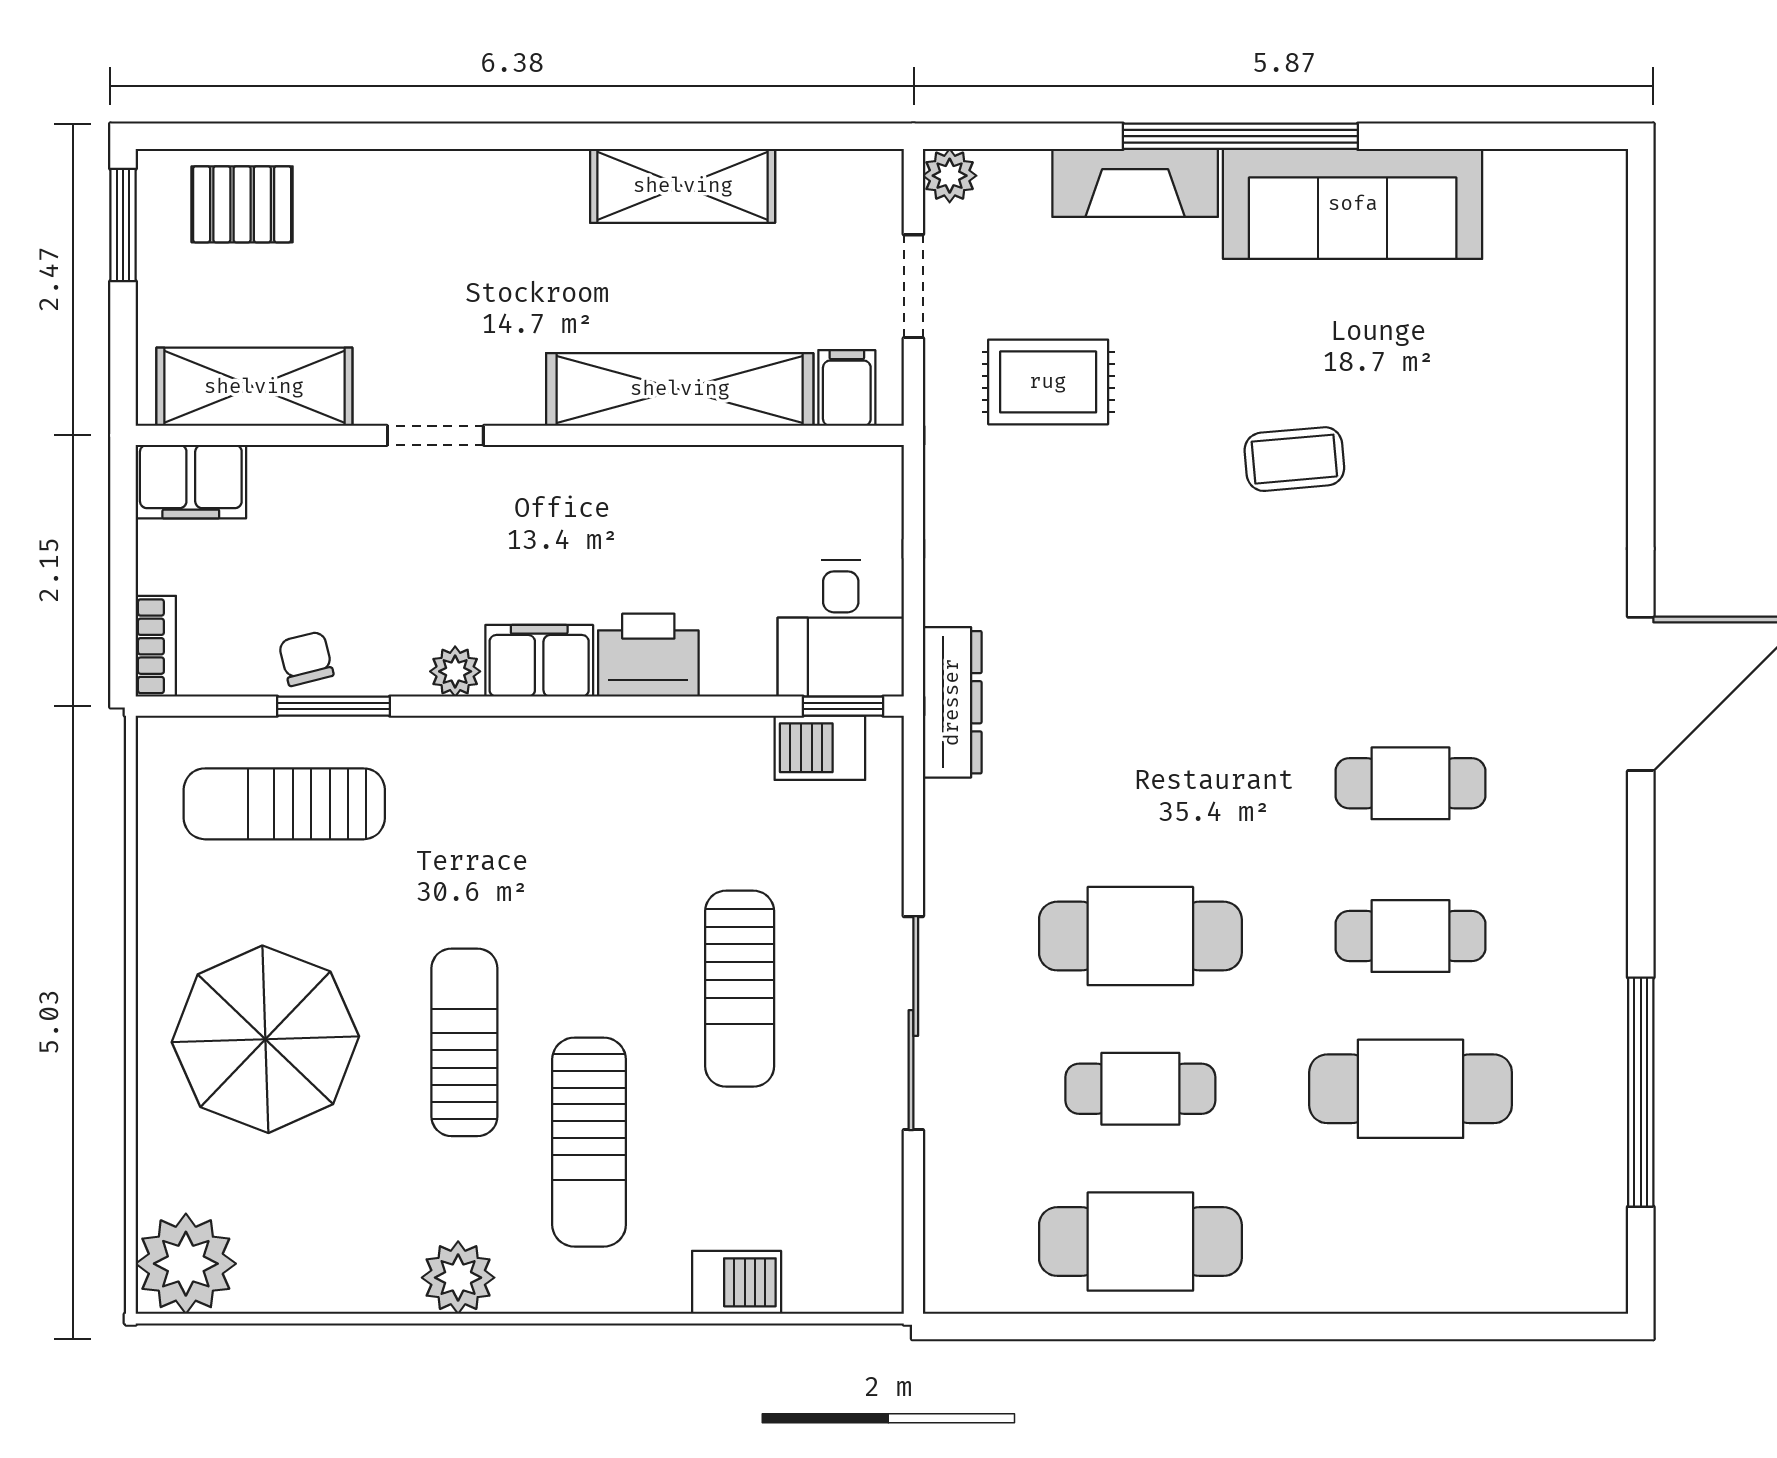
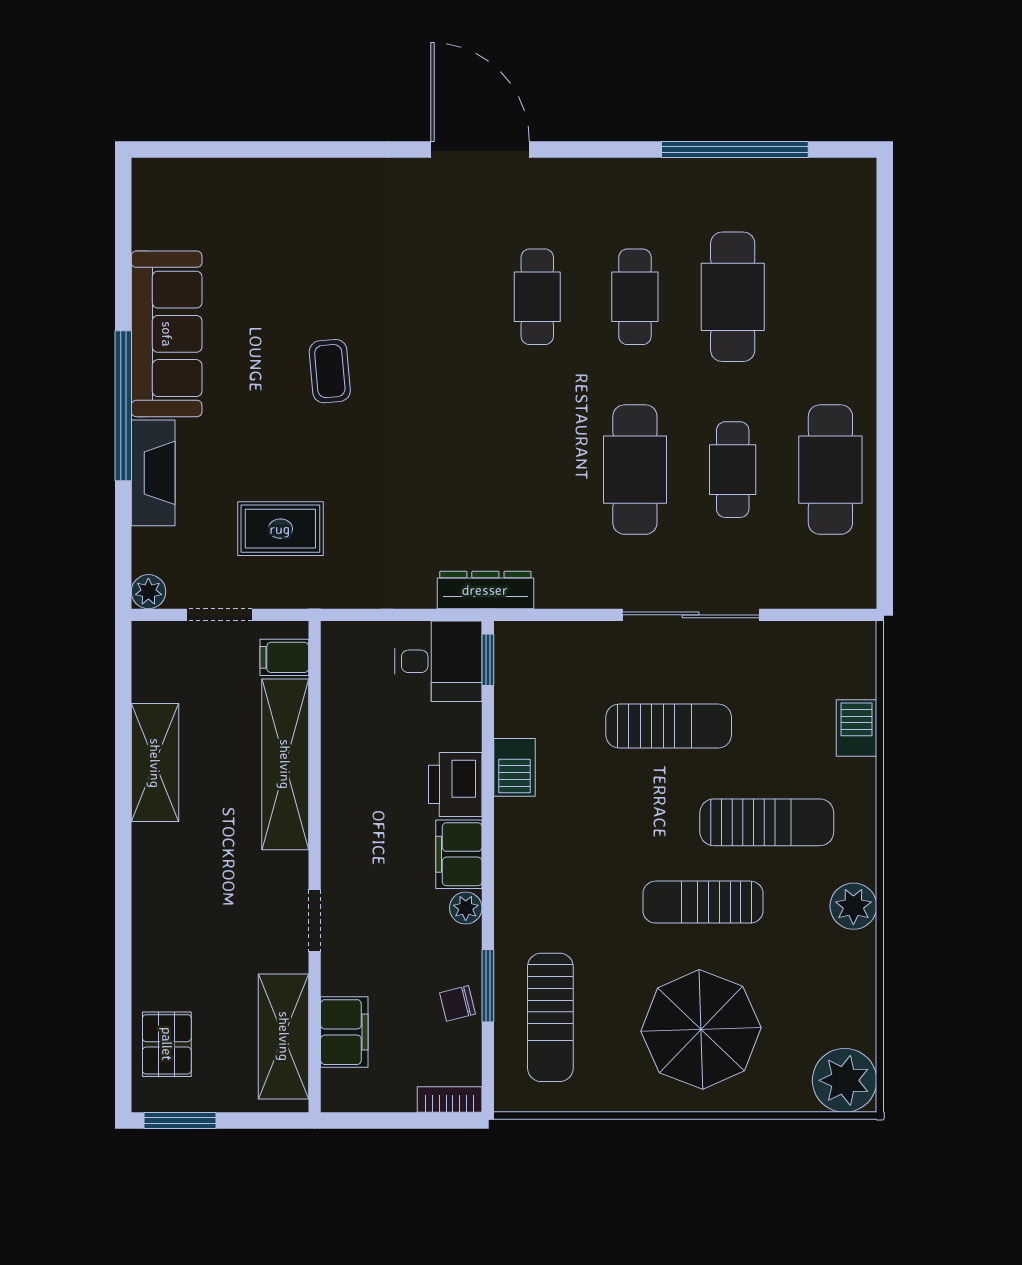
rug: (1048, 382) -> (280, 529), turned 90
filing cabinet: (191, 482) -> (344, 1032), moved
barbecue: (820, 748) -> (515, 767), moved

